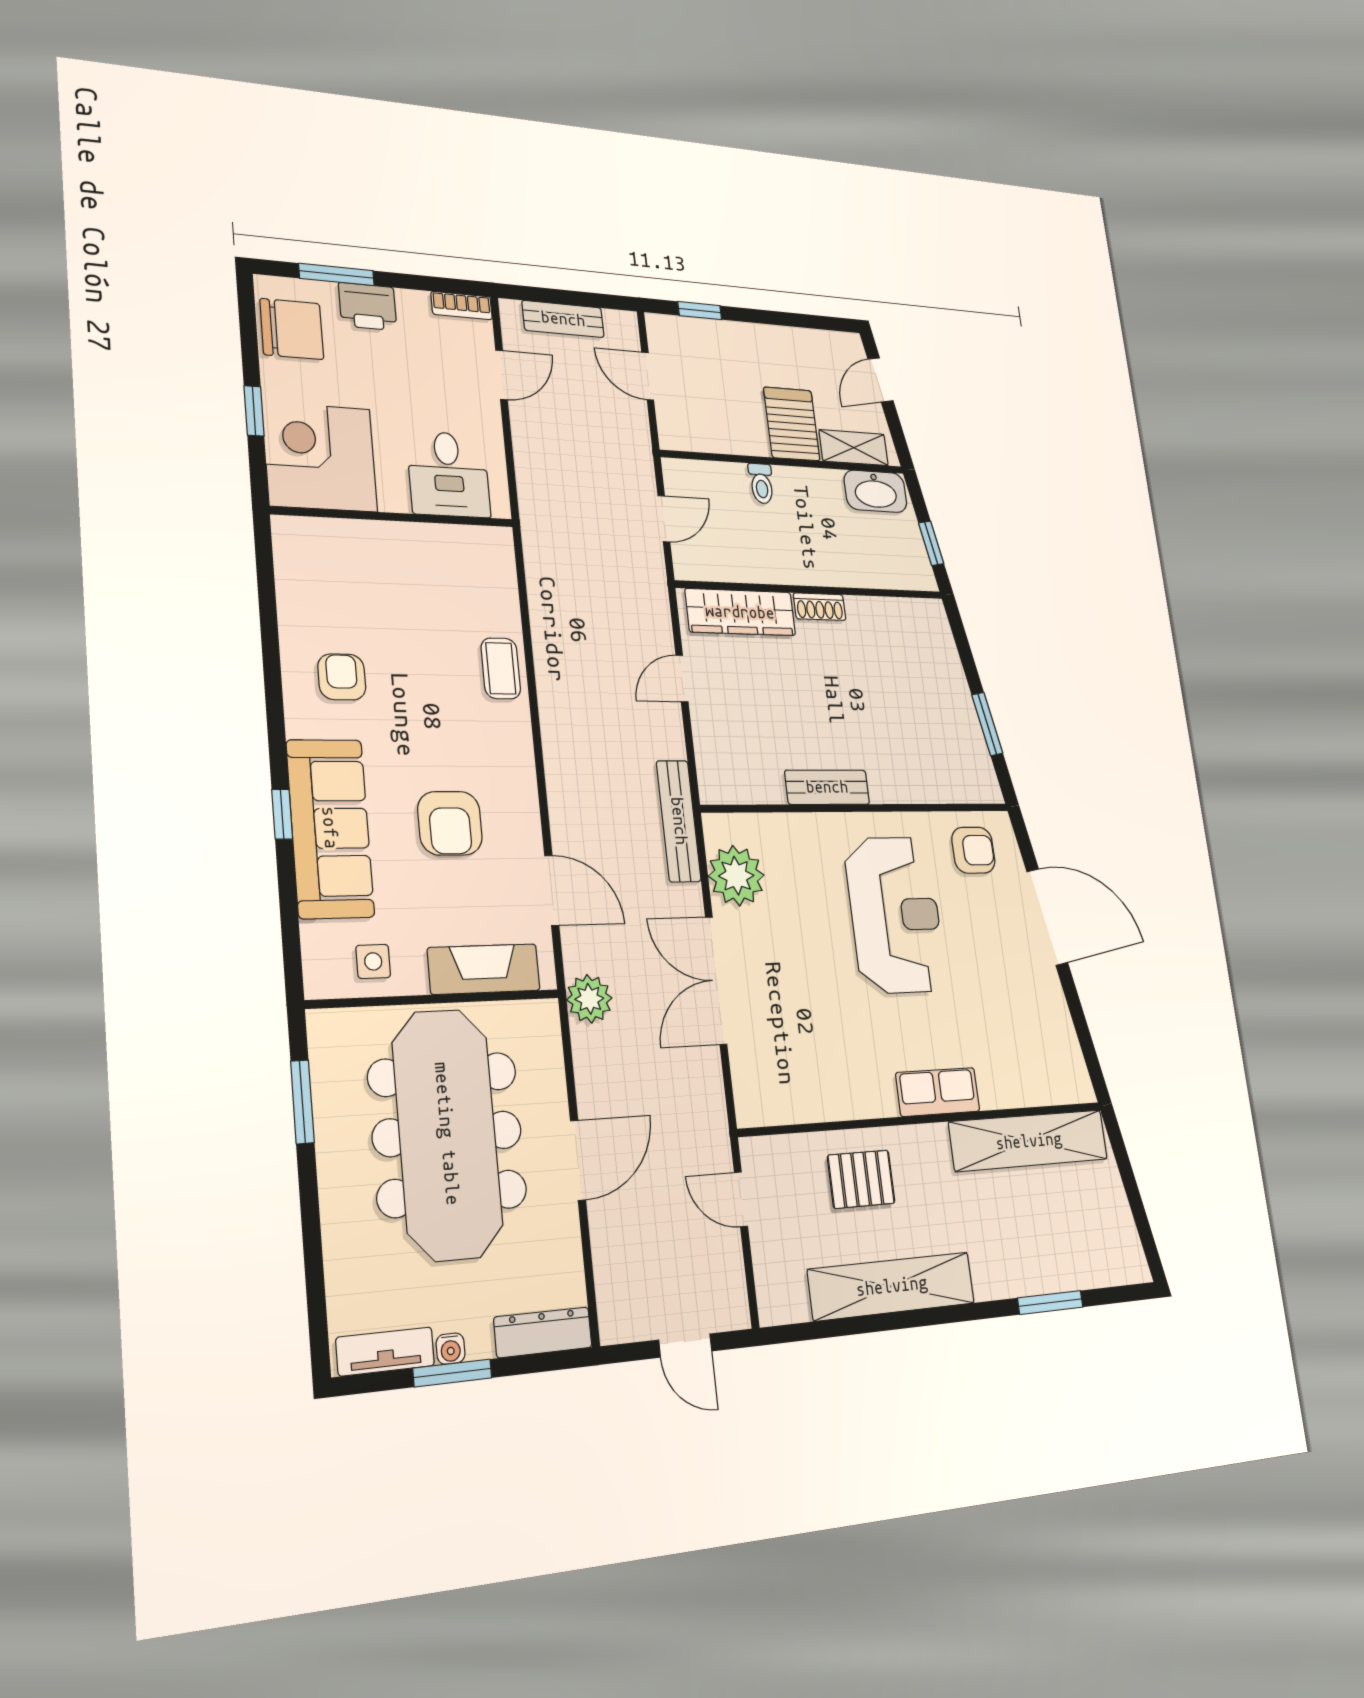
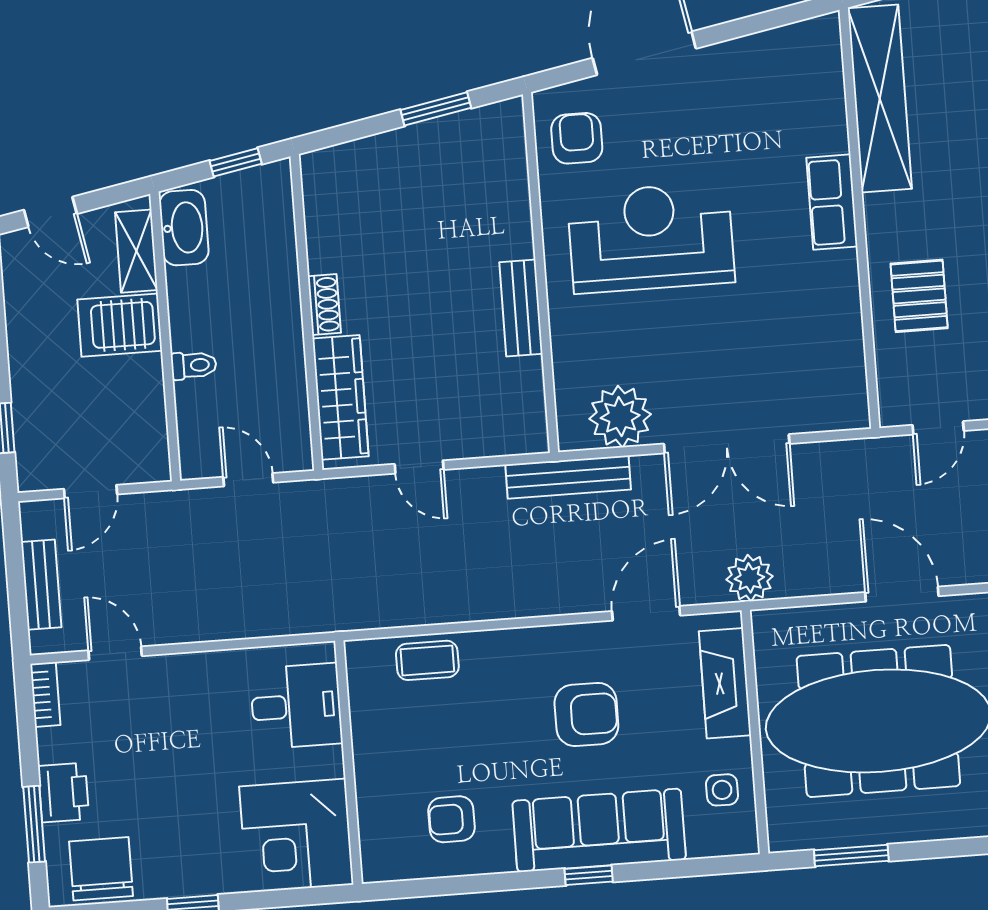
corner desk: (320, 457) -> (296, 836), moved
desk: (448, 474) -> (296, 706), moved
wall: (394, 517) -> (348, 762), moved

